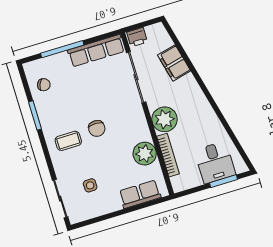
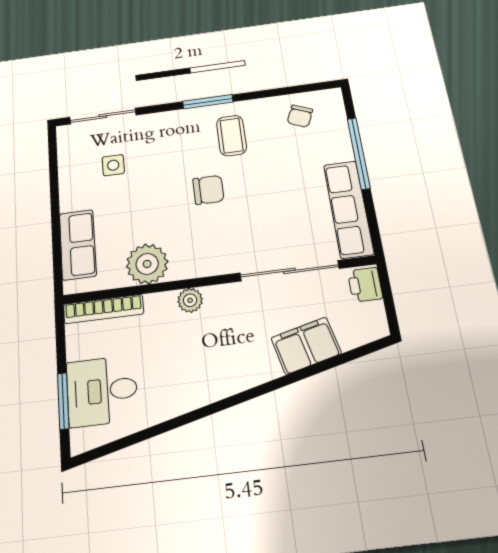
window: (35, 115) -> (208, 102), moved
plant: (165, 119) -> (190, 300), width x0.53, depth x0.53
chair: (97, 128) -> (208, 190), turned 180
coffee table: (68, 141) -> (232, 136), moved
bookcase: (168, 155) -> (103, 309), moved

